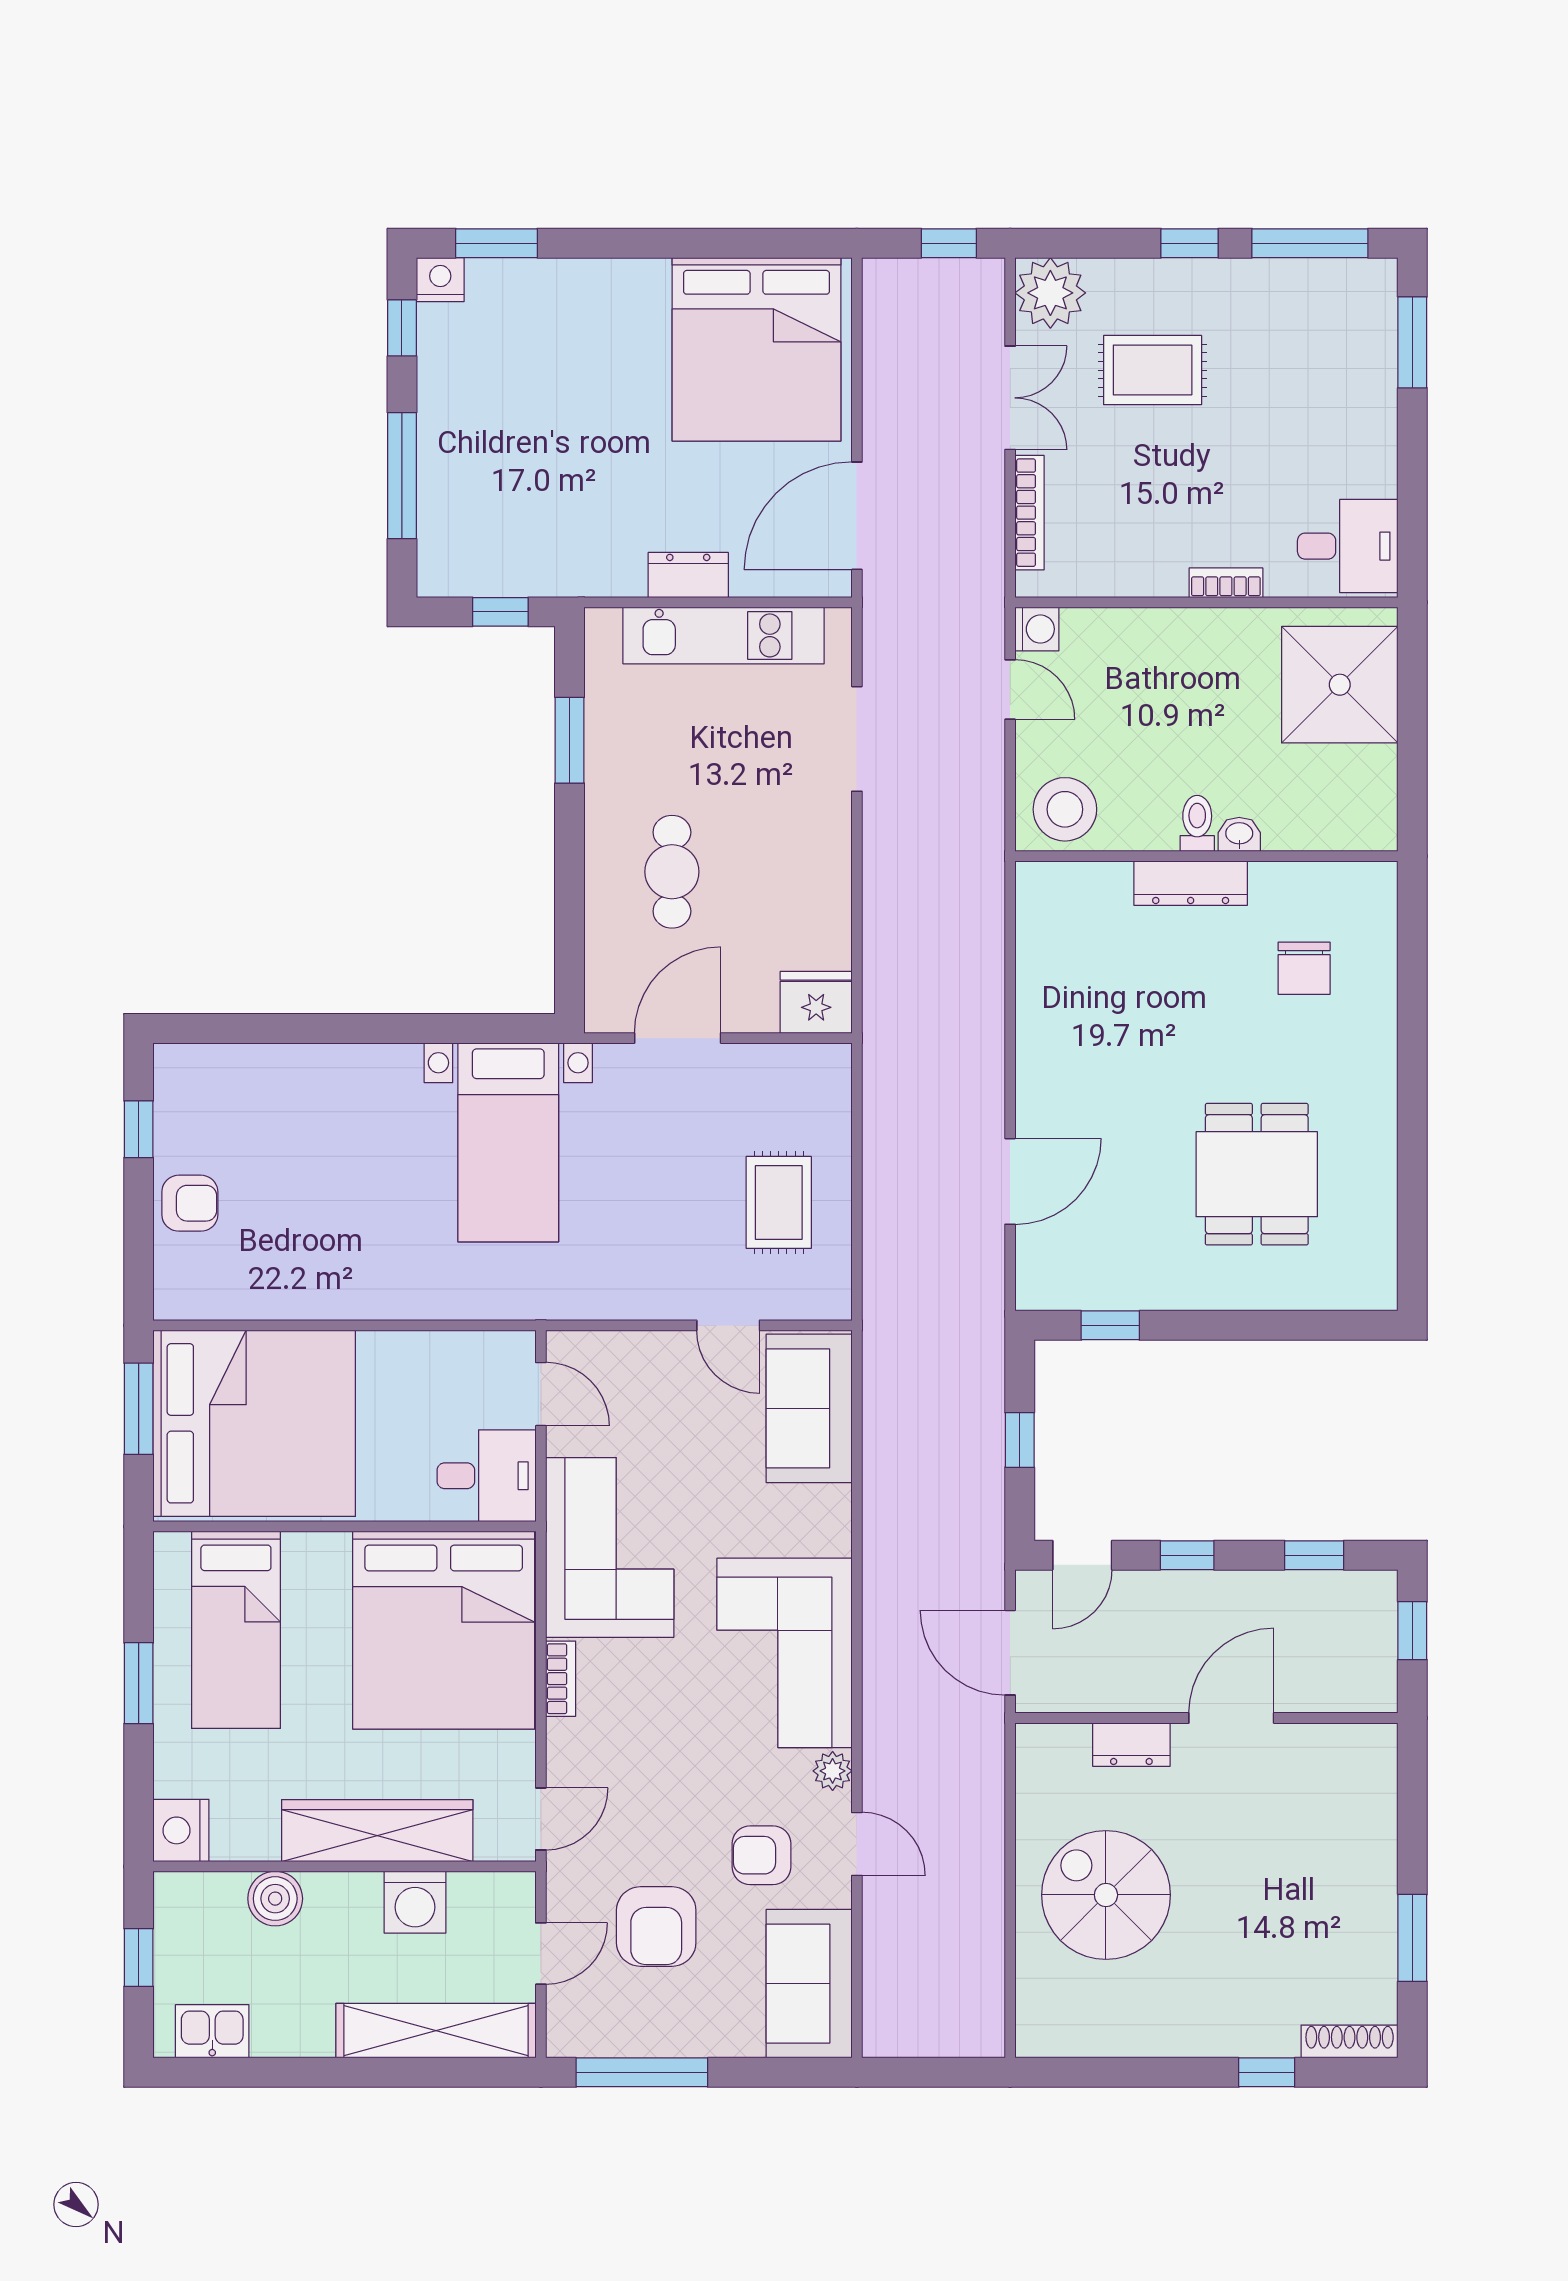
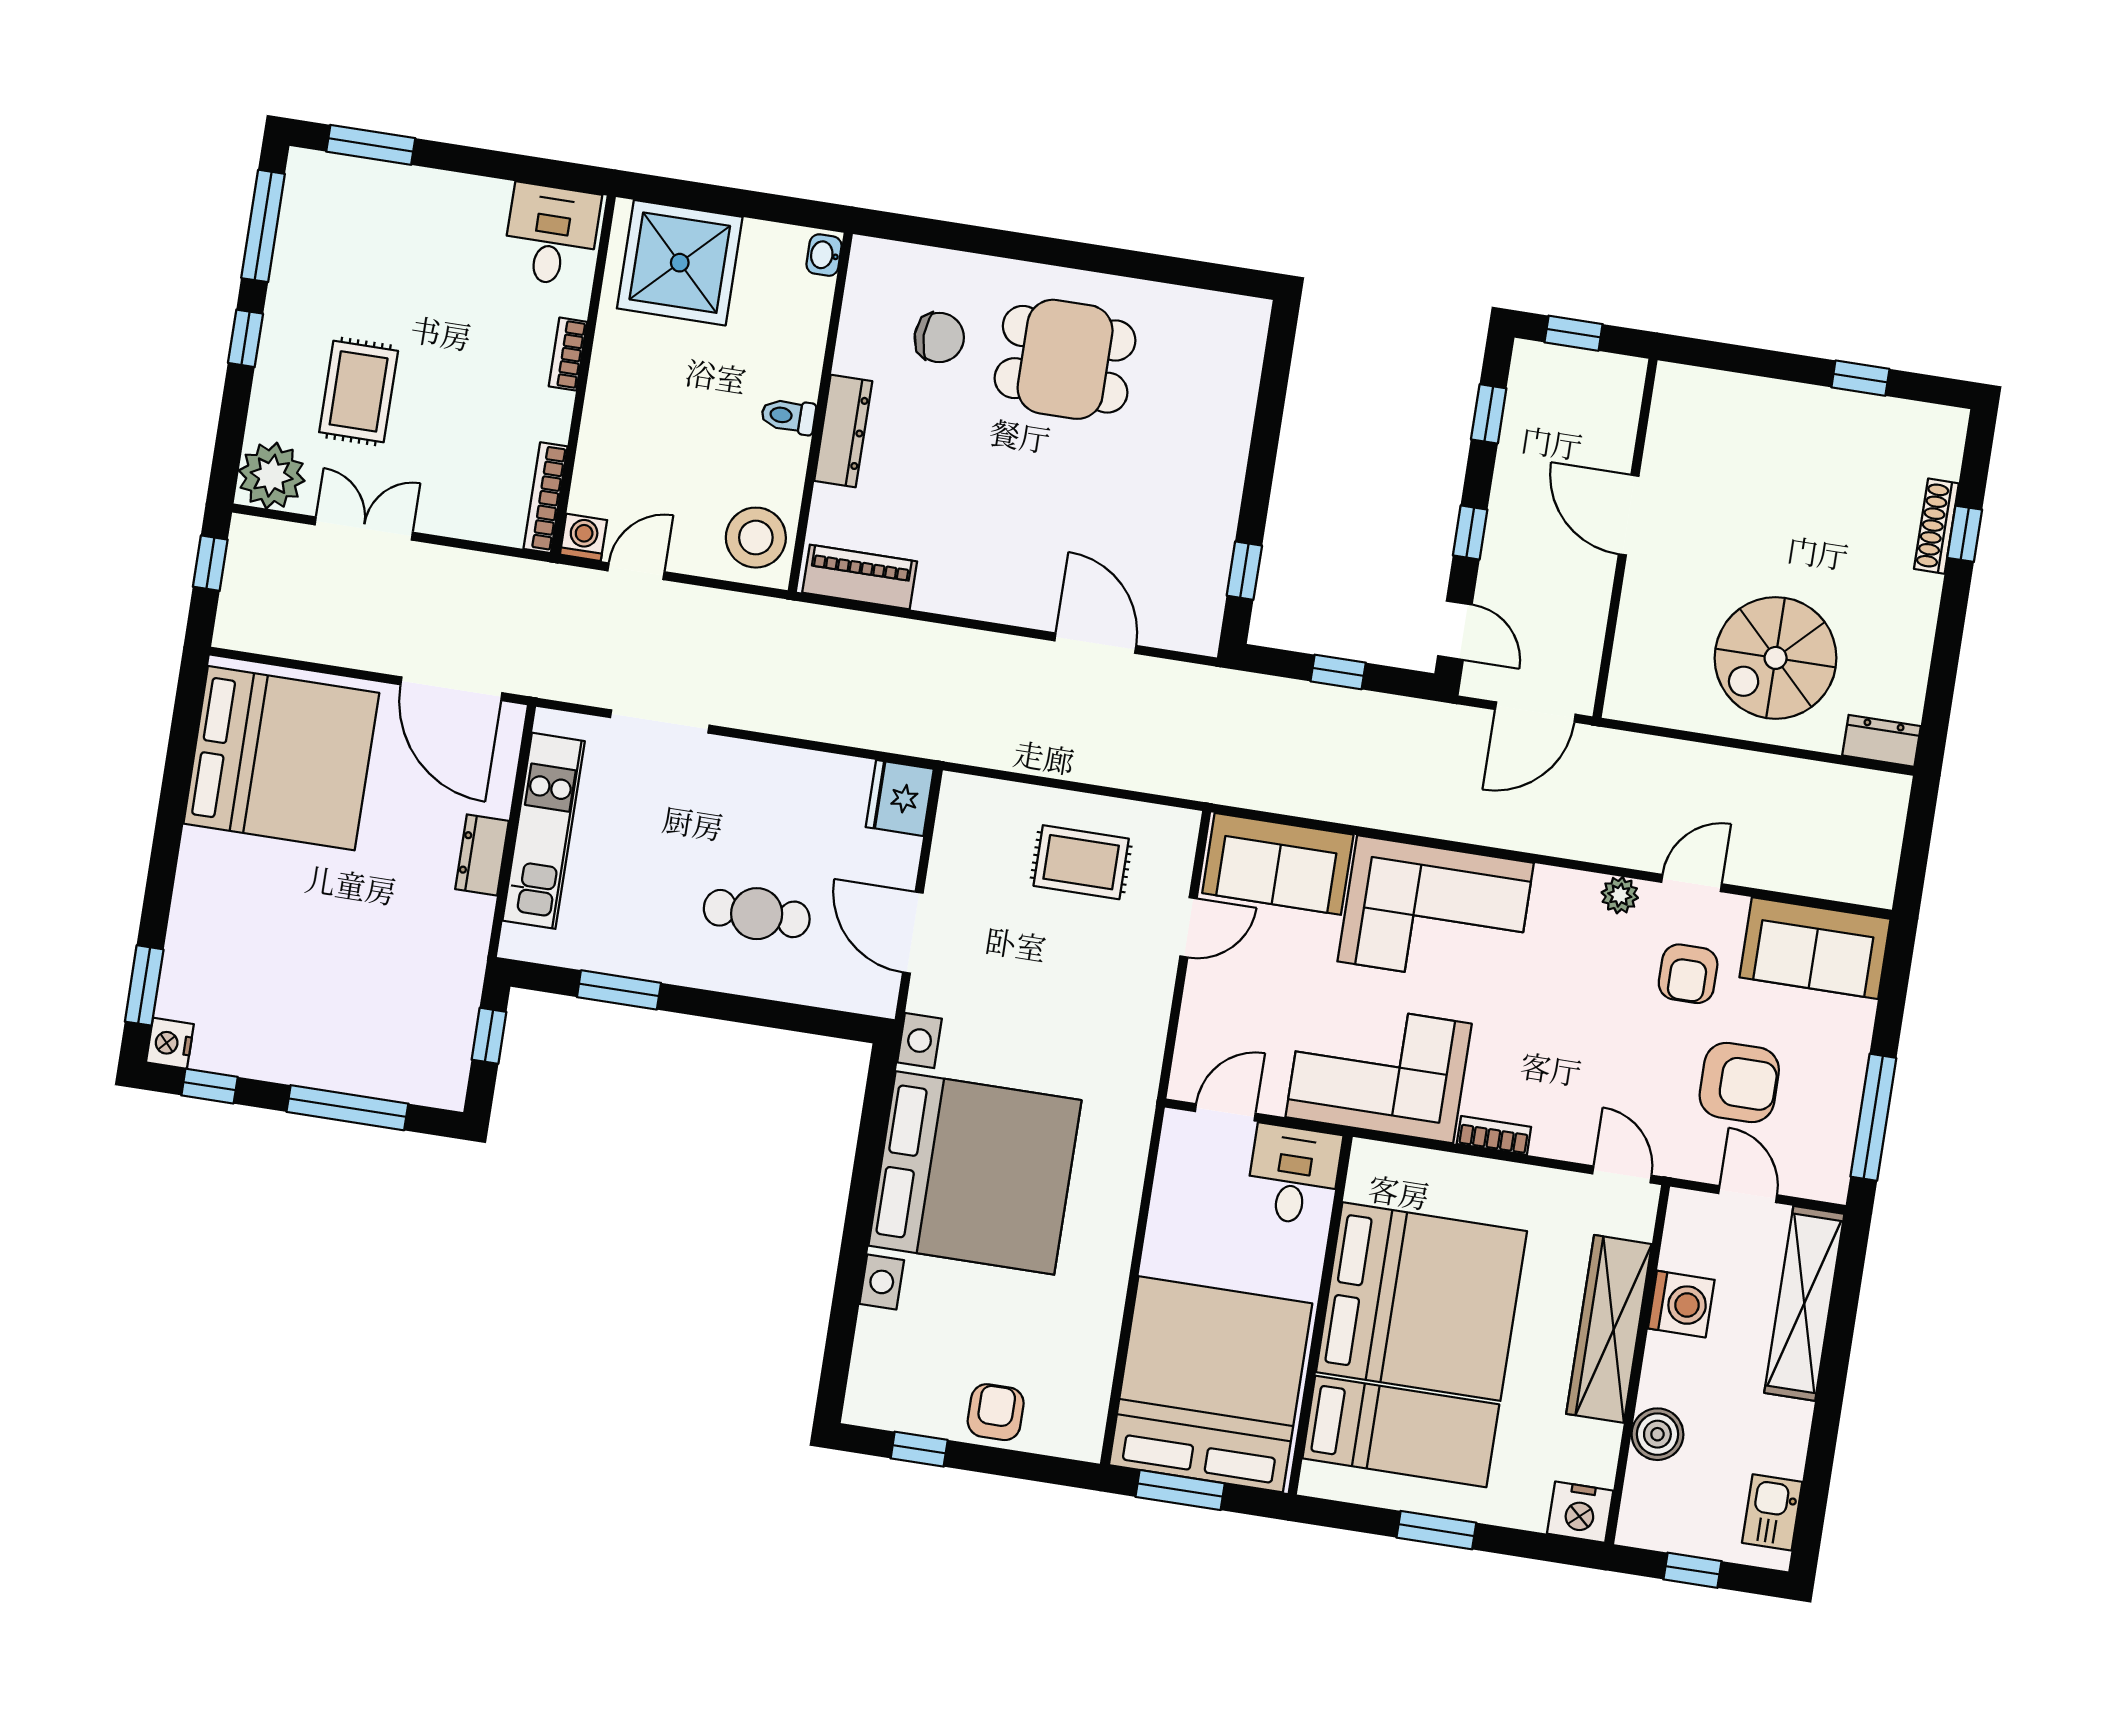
bookcase: (1030, 513) -> (546, 498), moved, turned -90
washbasin: (1239, 834) -> (824, 255), moved
piano: (1041, 924) -> (860, 577), added
bed with nightstands: (508, 1142) -> (975, 1173), width x1.85
dining table: (1257, 1174) -> (1065, 359), moved
bed: (444, 1630) -> (1421, 1302), moved
corner sofa: (785, 1653) -> (1436, 912), moved
dresser: (1131, 1745) -> (1882, 741), moved, turned -90
window: (1412, 1938) -> (1860, 378), width x0.67
shoe rack: (1350, 2041) -> (1936, 526), moved

